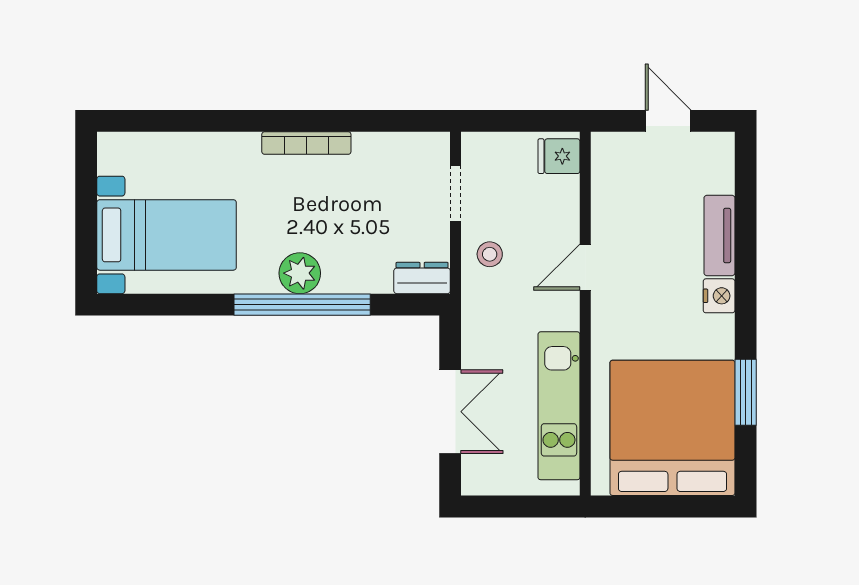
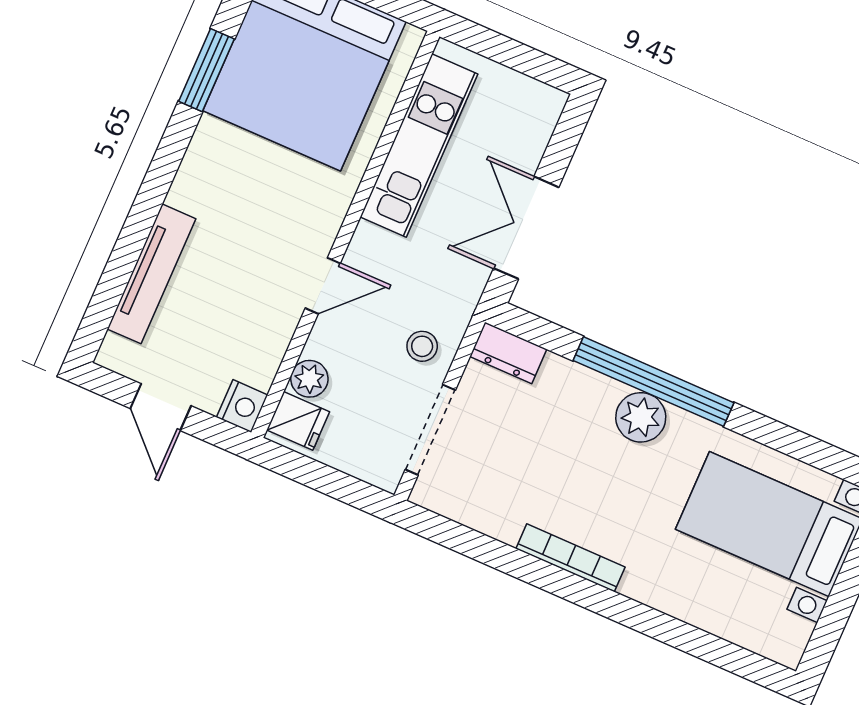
plant: (565, 192) -> (309, 379), added
doorway: (456, 194) -> (430, 430), width x1.38
tv unit: (719, 235) -> (151, 274), width x1.41
nightstand: (719, 296) -> (242, 406), moved, turned 180
double door: (450, 412) -> (526, 228), moved

